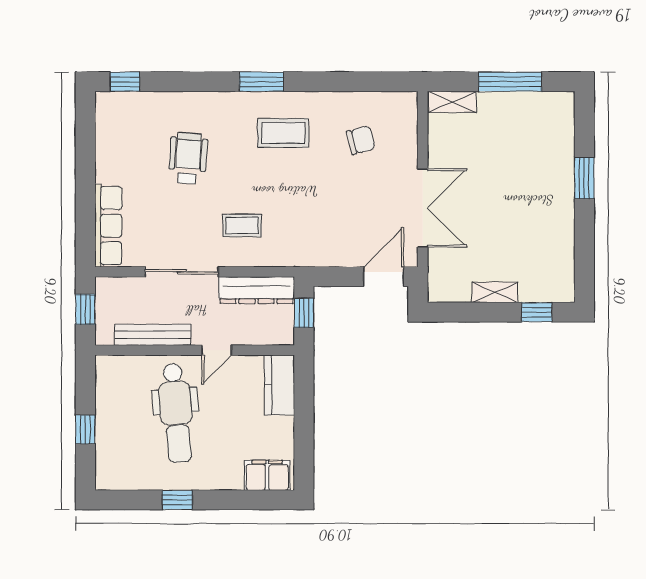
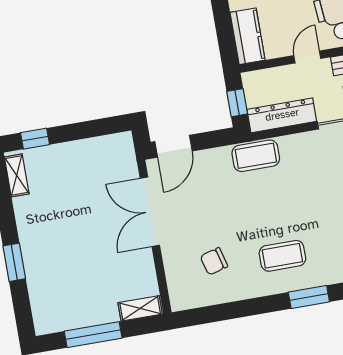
coffee table: (242, 226) -> (256, 156), moved, width x1.36, depth x1.30
shelving: (495, 292) -> (17, 175), moved, turned 90

